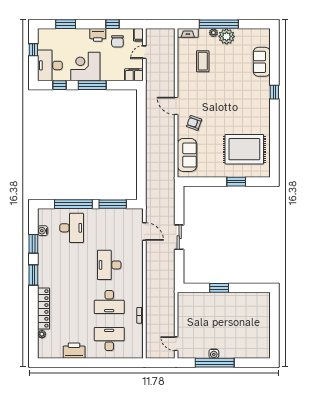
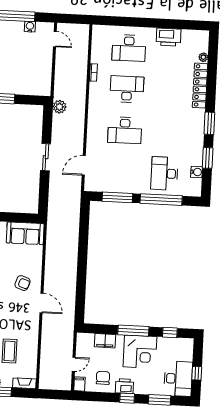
window: (113, 24) -> (127, 398), moved
desk: (50, 65) -> (178, 379), moved
filing cabinet: (134, 75) -> (105, 341), moved
sofa: (187, 155) -> (25, 233), moved, turned -90
door: (144, 231) -> (84, 165), hinge flipped
desk: (109, 265) -> (125, 130), turned 90
plant: (169, 283) -> (60, 107), added
water cooler: (214, 354) -> (30, 27), moved

